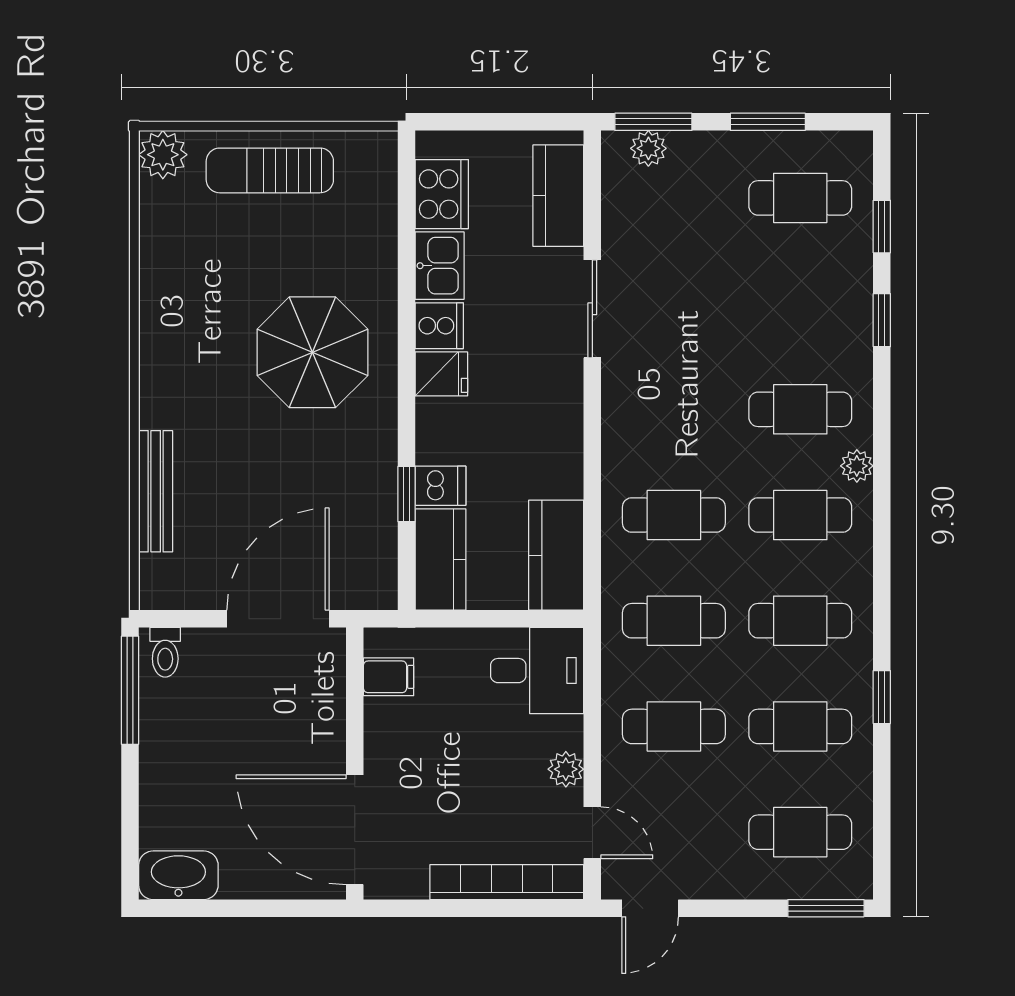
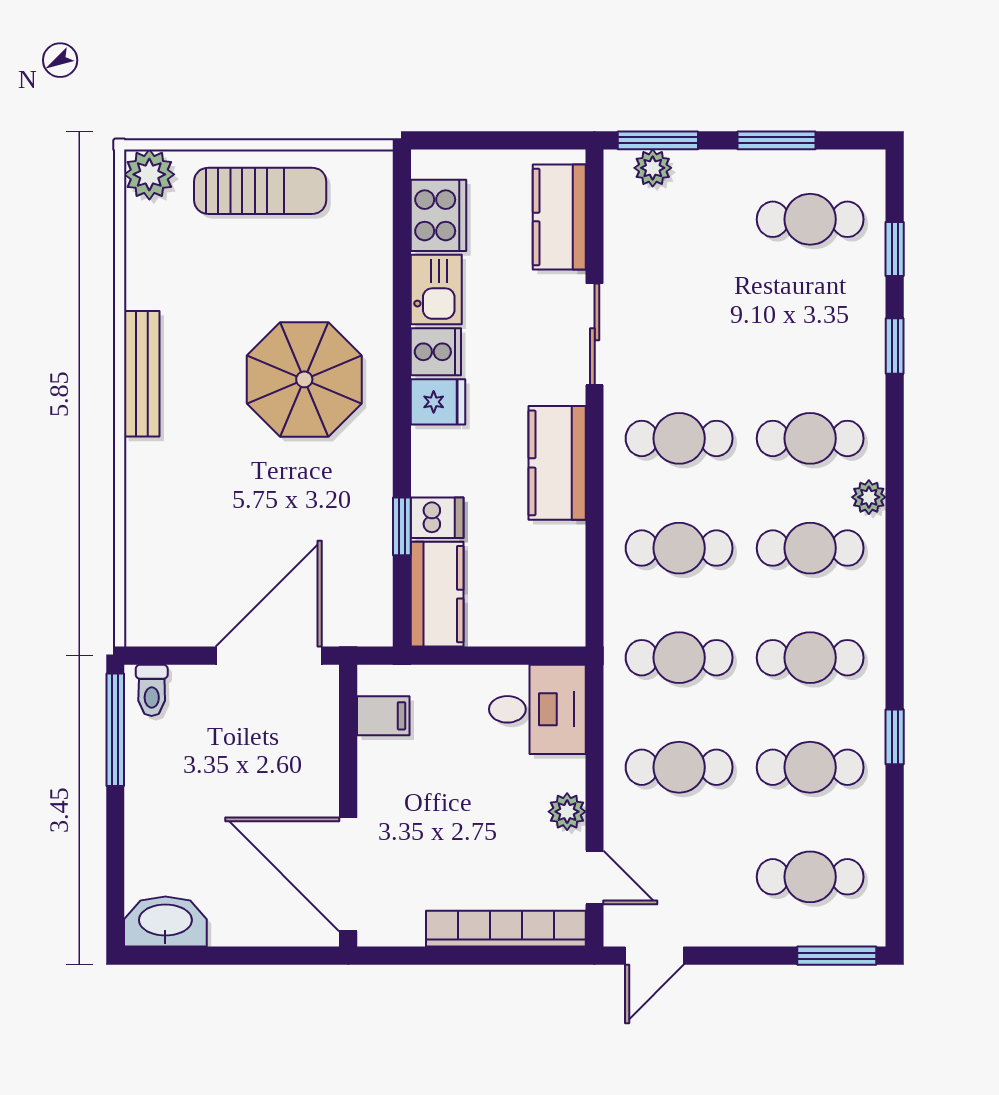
sun lounger: (270, 170) -> (260, 191), turned 180
cafe table: (674, 409) -> (679, 438), added
bench: (156, 491) -> (142, 374), moved
kitchen counter: (556, 555) -> (557, 463), moved

